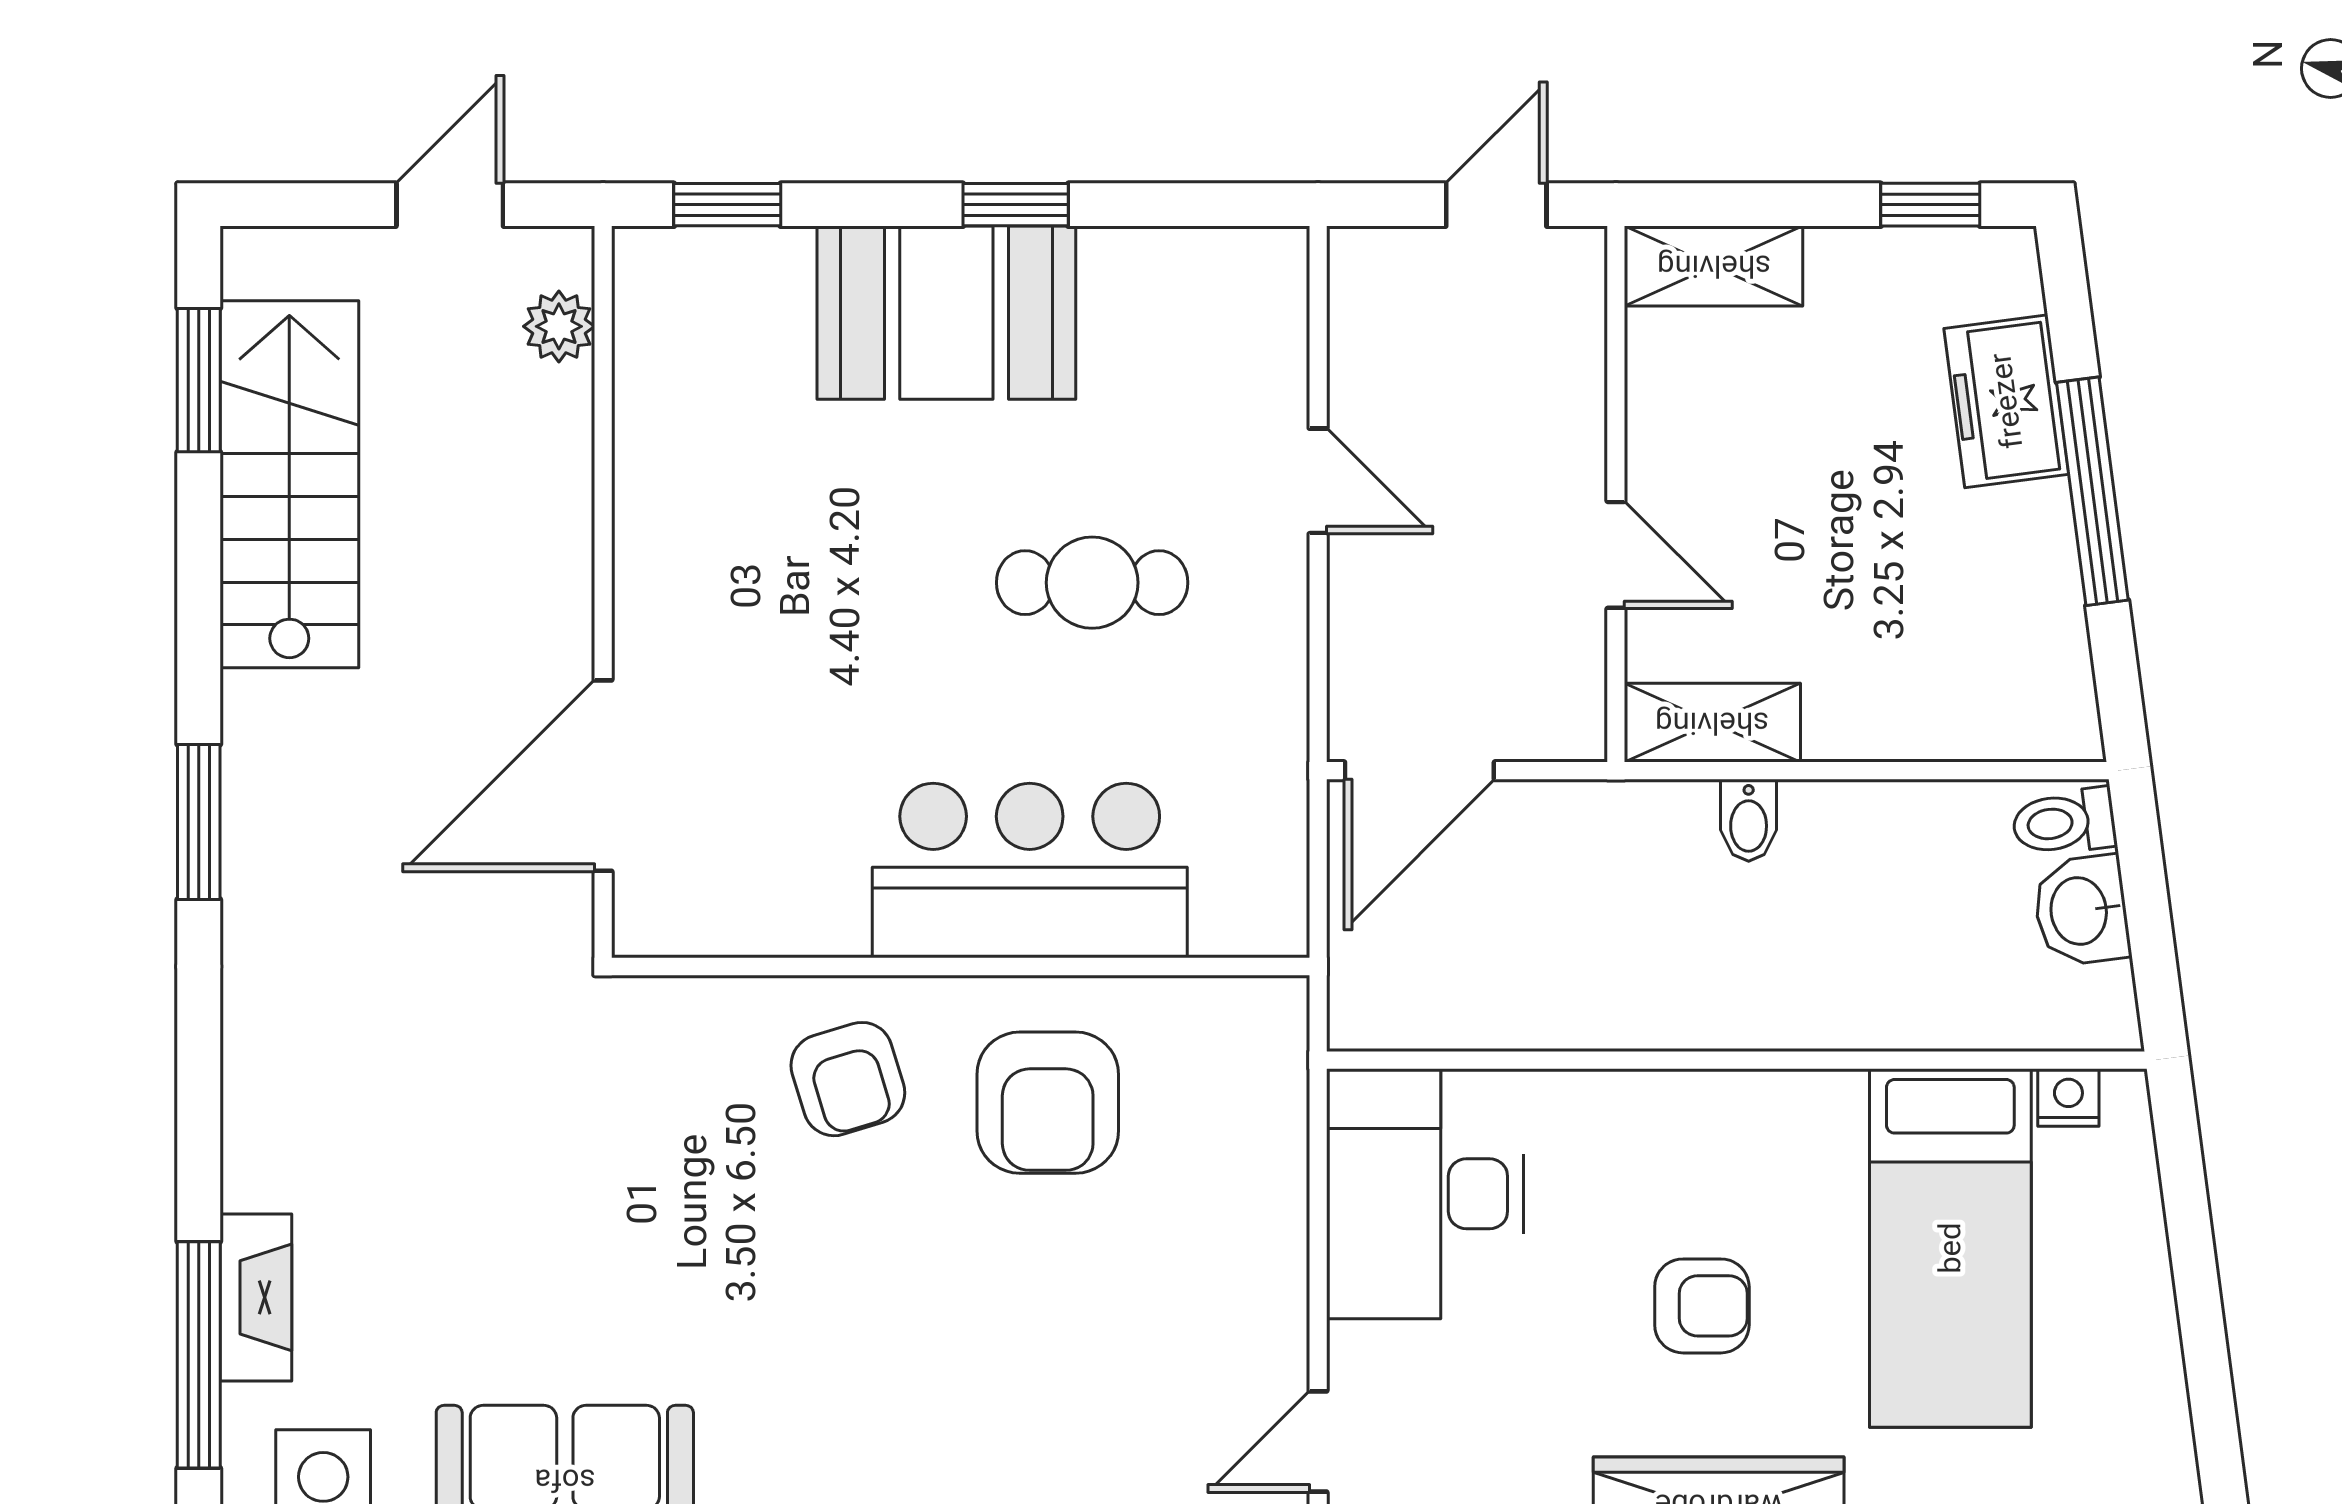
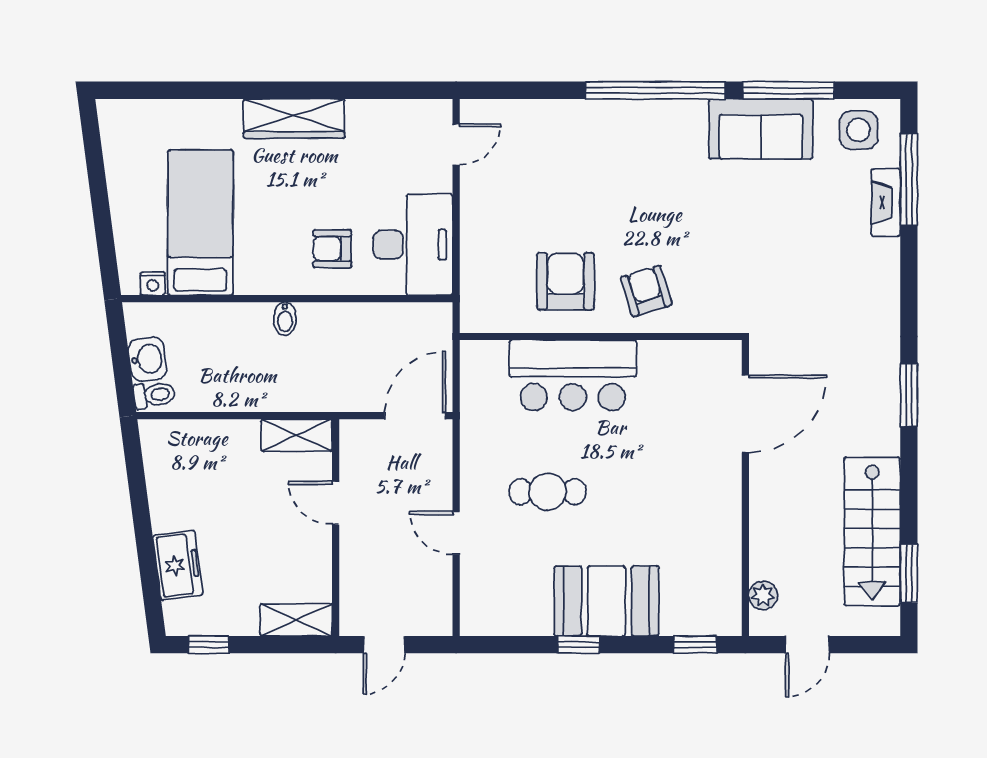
window: (2092, 491) -> (143, 529), removed
bidet: (1749, 820) -> (285, 319), moved, turned 180
armchair: (1702, 1306) -> (332, 249), moved

